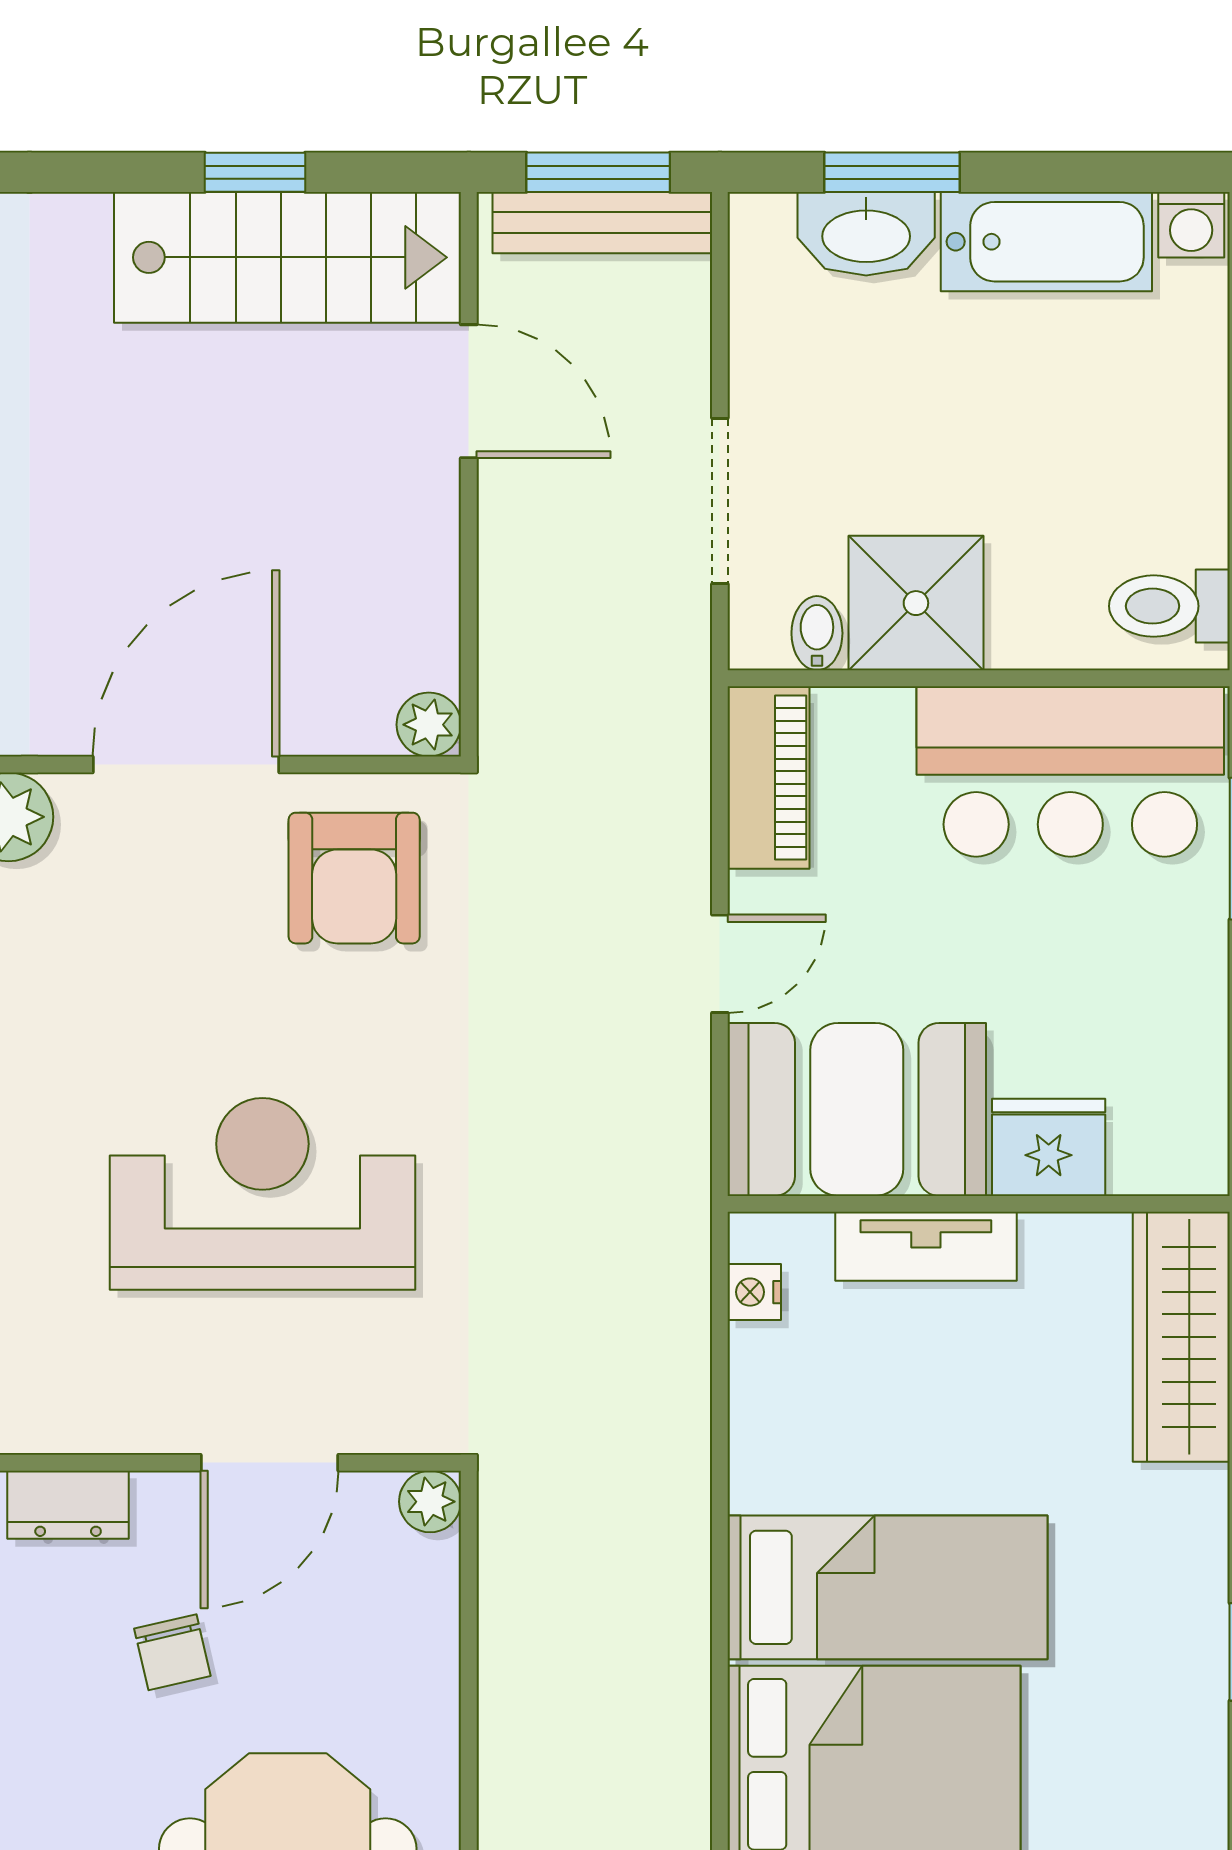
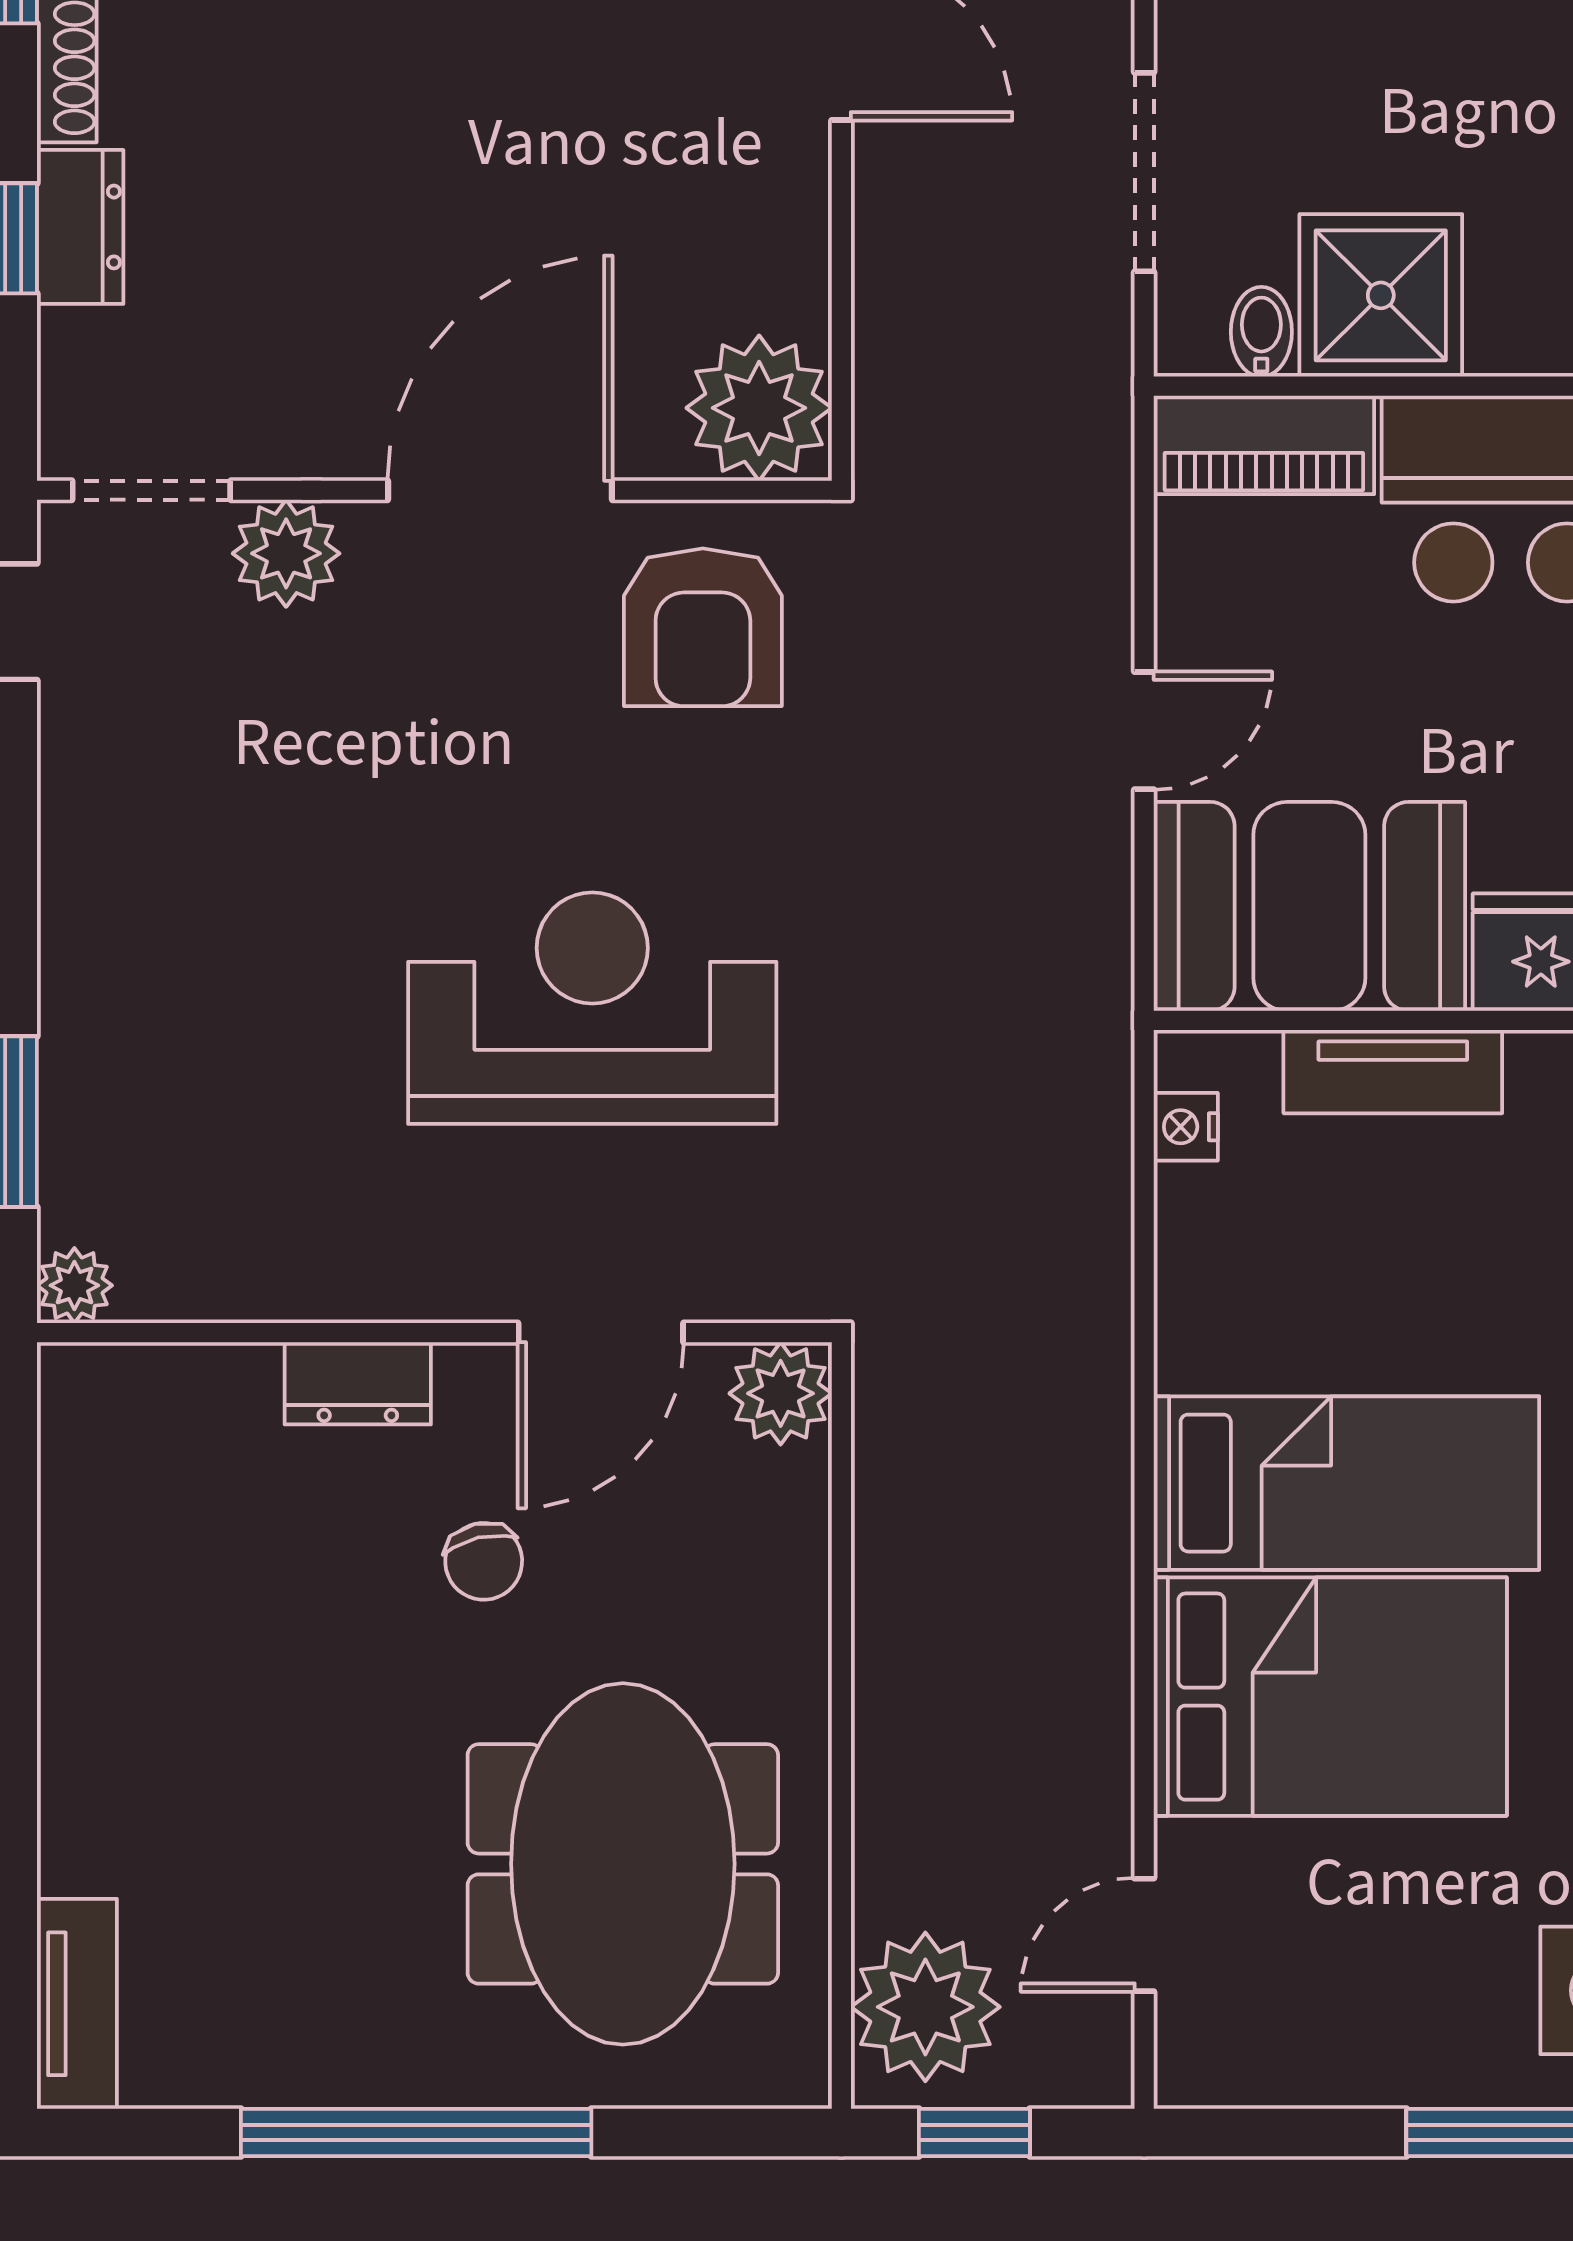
plant: (429, 725) -> (759, 408), width x1.87, depth x1.87
piano: (769, 778) -> (1264, 445), moved, turned 90
plant: (430, 1502) -> (781, 1393), width x1.38, depth x1.38

